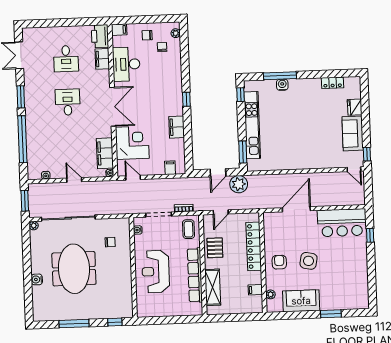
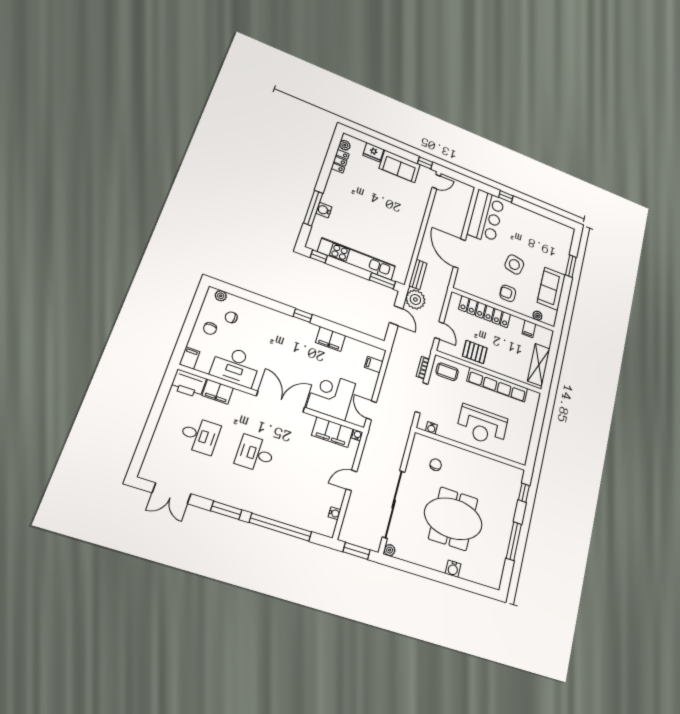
plant: (349, 82) -> (345, 145), added
door: (133, 178) -> (371, 410), hinge flipped
bench: (261, 180) -> (418, 275), added
shelving: (213, 287) -> (539, 365), moved, turned 90

